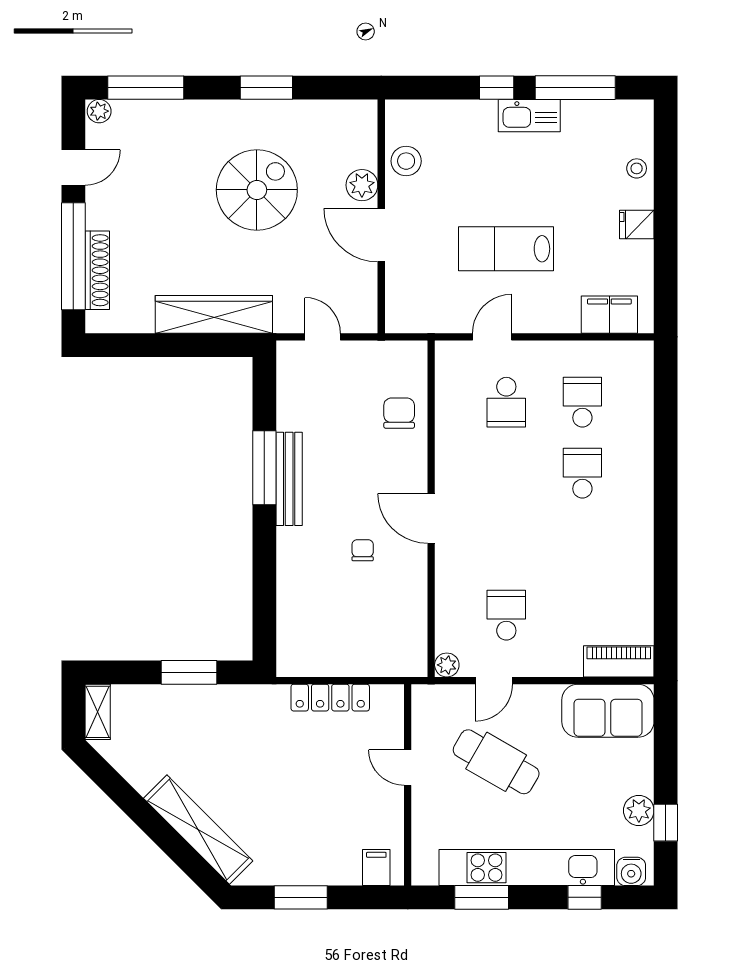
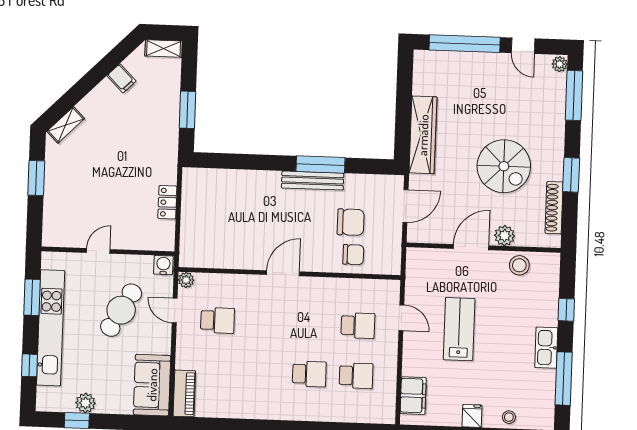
window: (497, 88) -> (566, 310), moved
shoe rack: (97, 270) -> (554, 208), moved, turned 90
door: (323, 337) -> (405, 206), width x1.38
school desk: (506, 402) -> (358, 326), turned 180
chair: (363, 550) -> (351, 222), moved, width x1.87, depth x1.87
locker: (330, 698) -> (167, 202), width x0.66
door: (408, 768) -> (98, 251), moved
shelving: (198, 830) -> (66, 125), width x0.45, depth x0.75
filing cabinet: (376, 868) -> (121, 78), moved, turned 45
water cooler: (631, 871) -> (163, 265), moved, turned 90

